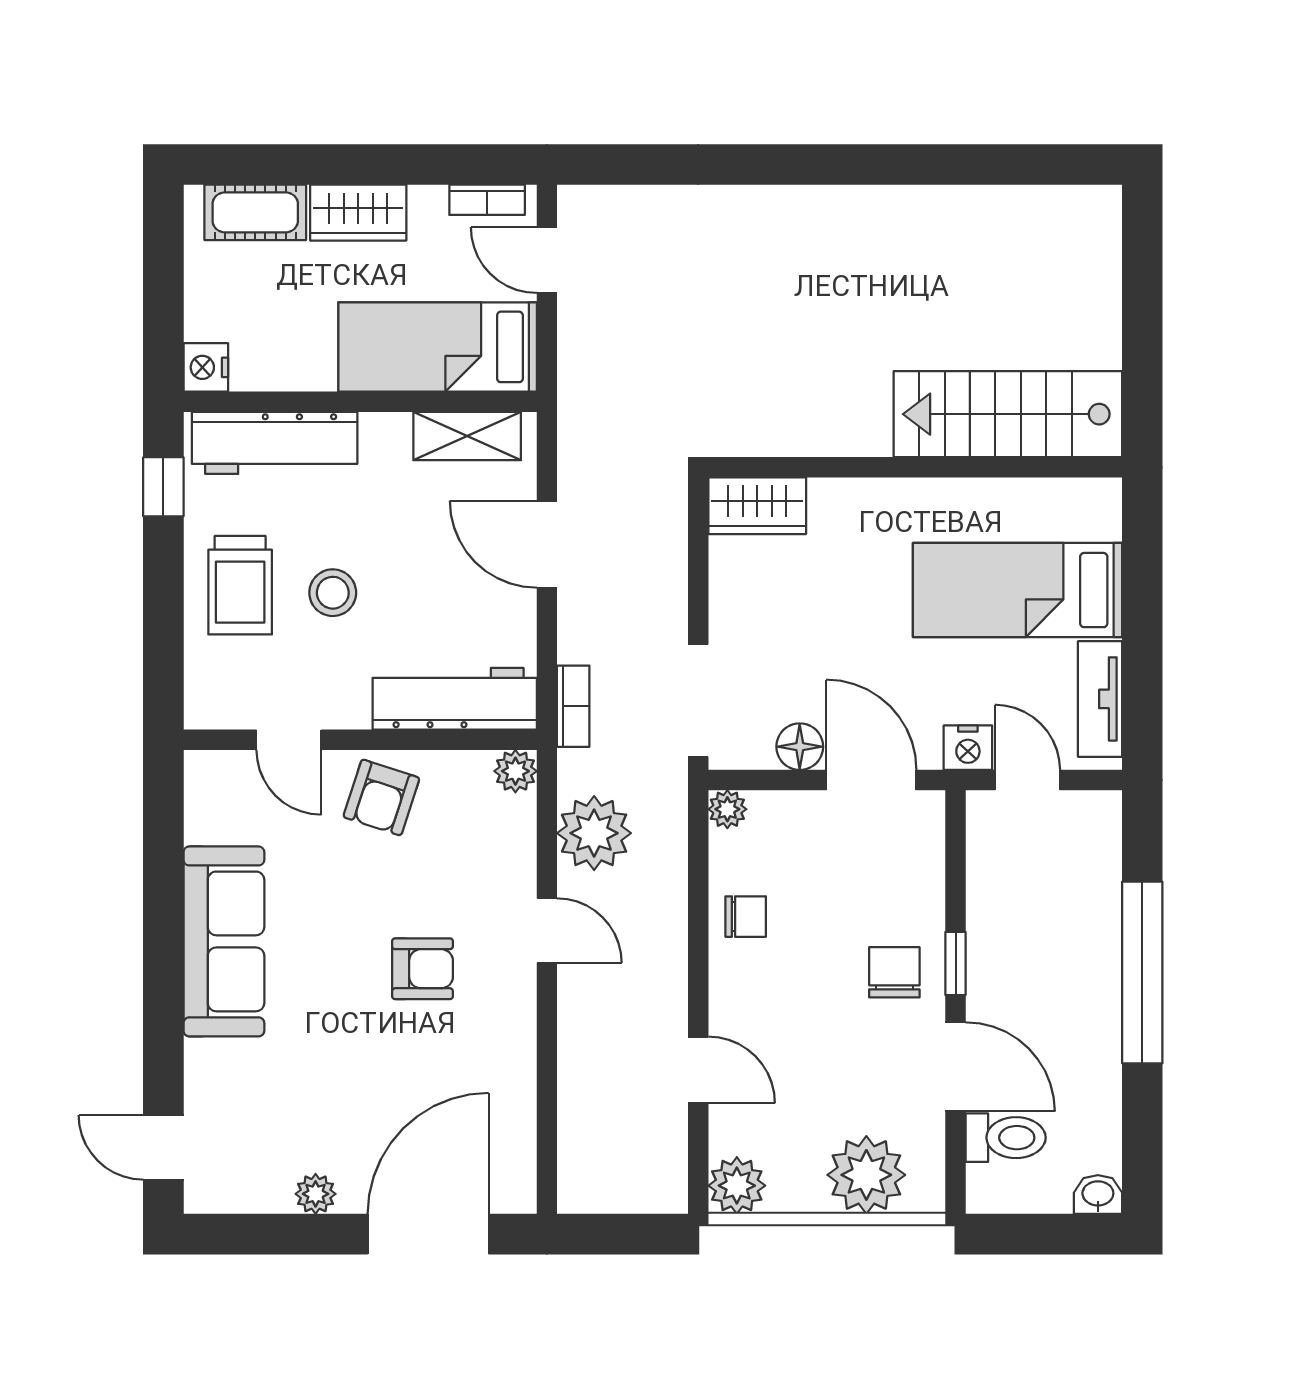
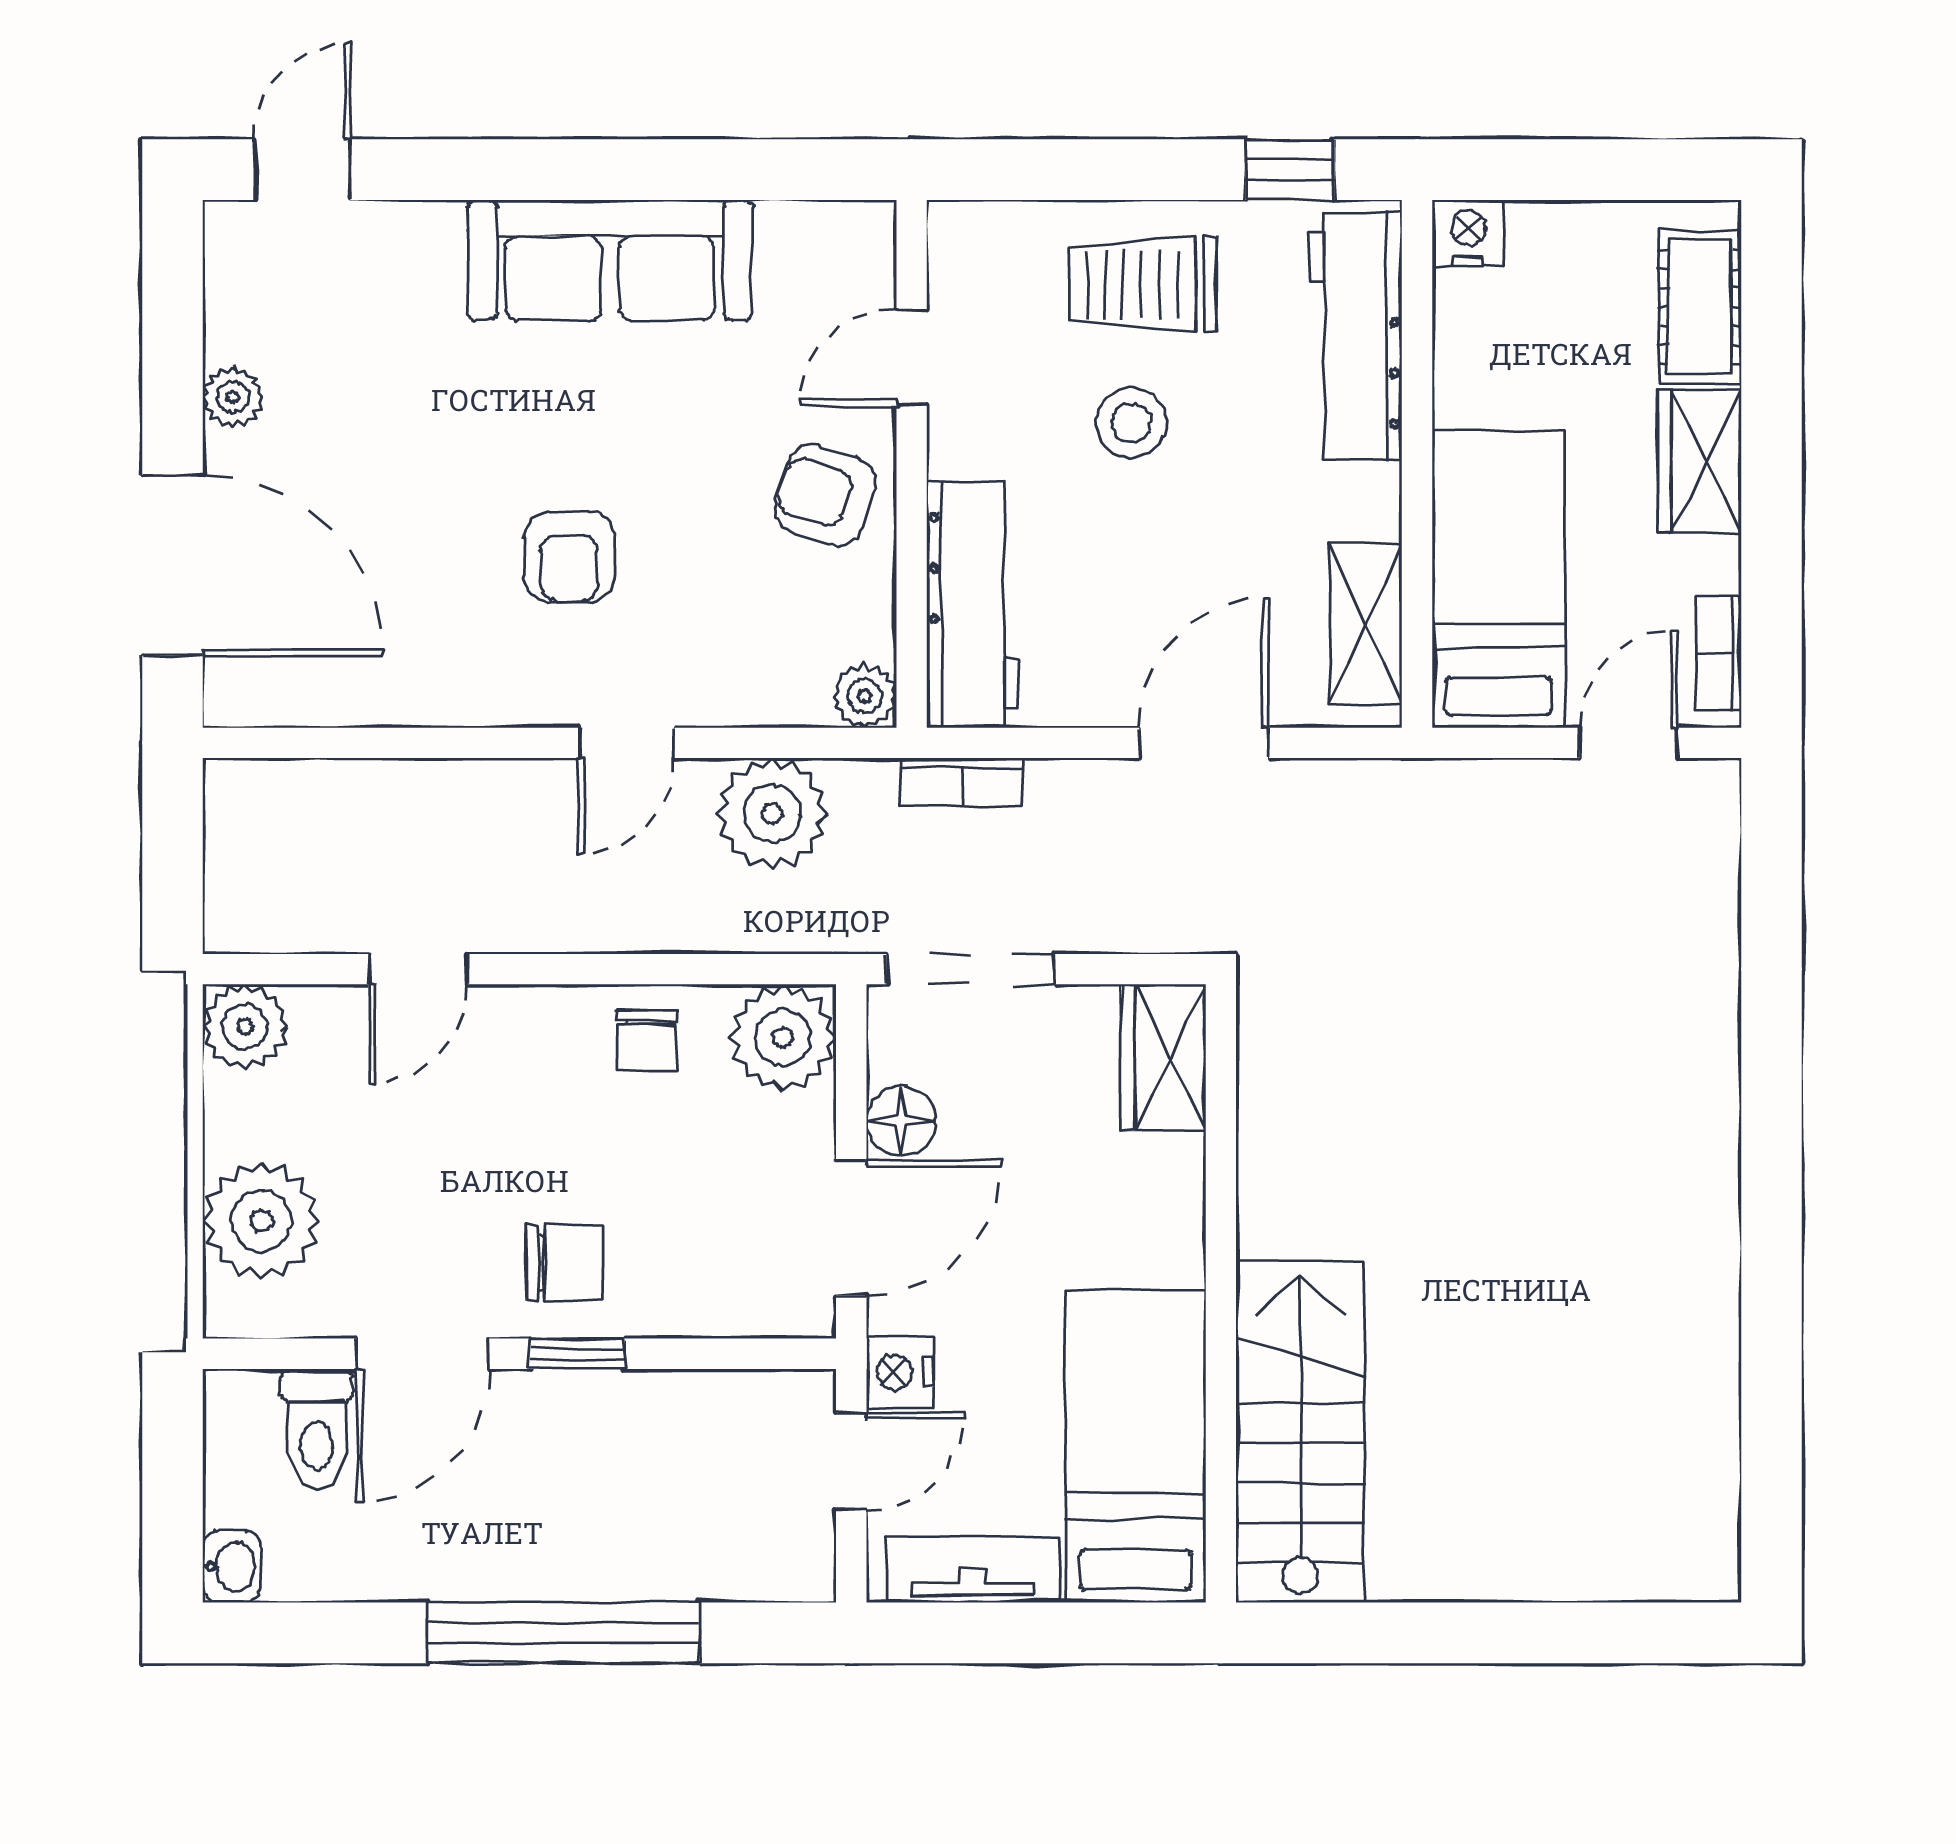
stairs: (1008, 414) -> (1300, 1432), moved
wall: (915, 467) -> (1221, 1293), moved
wardrobe: (757, 506) -> (1163, 1057), moved
plant: (727, 809) -> (783, 1038), width x1.88, depth x1.88

